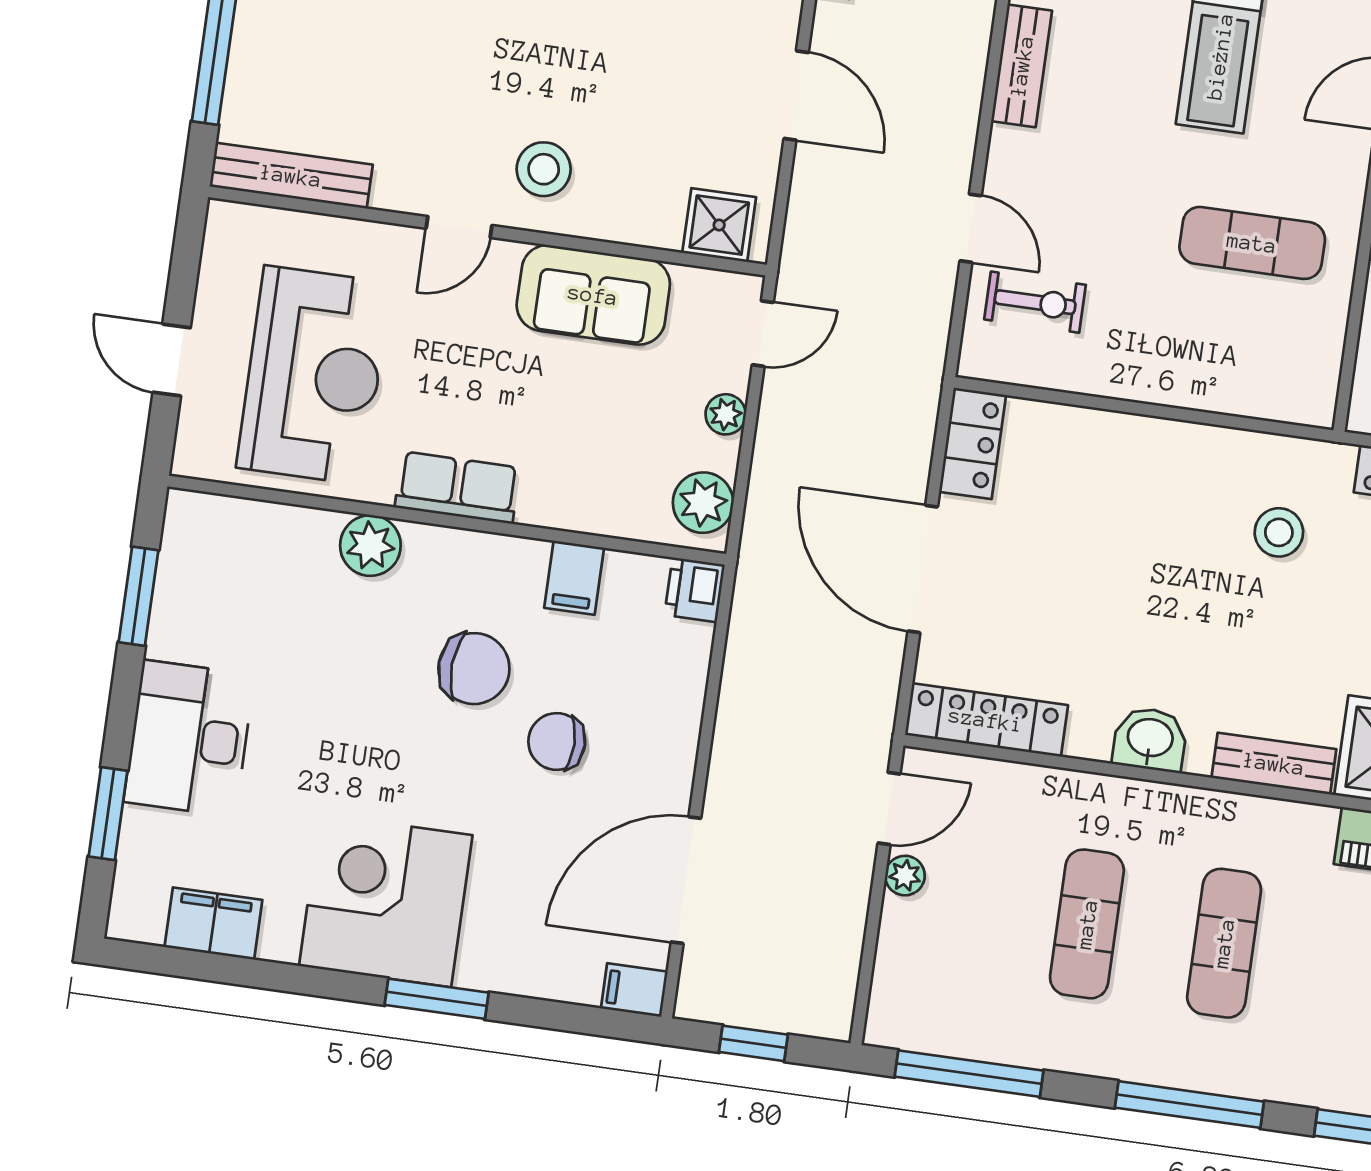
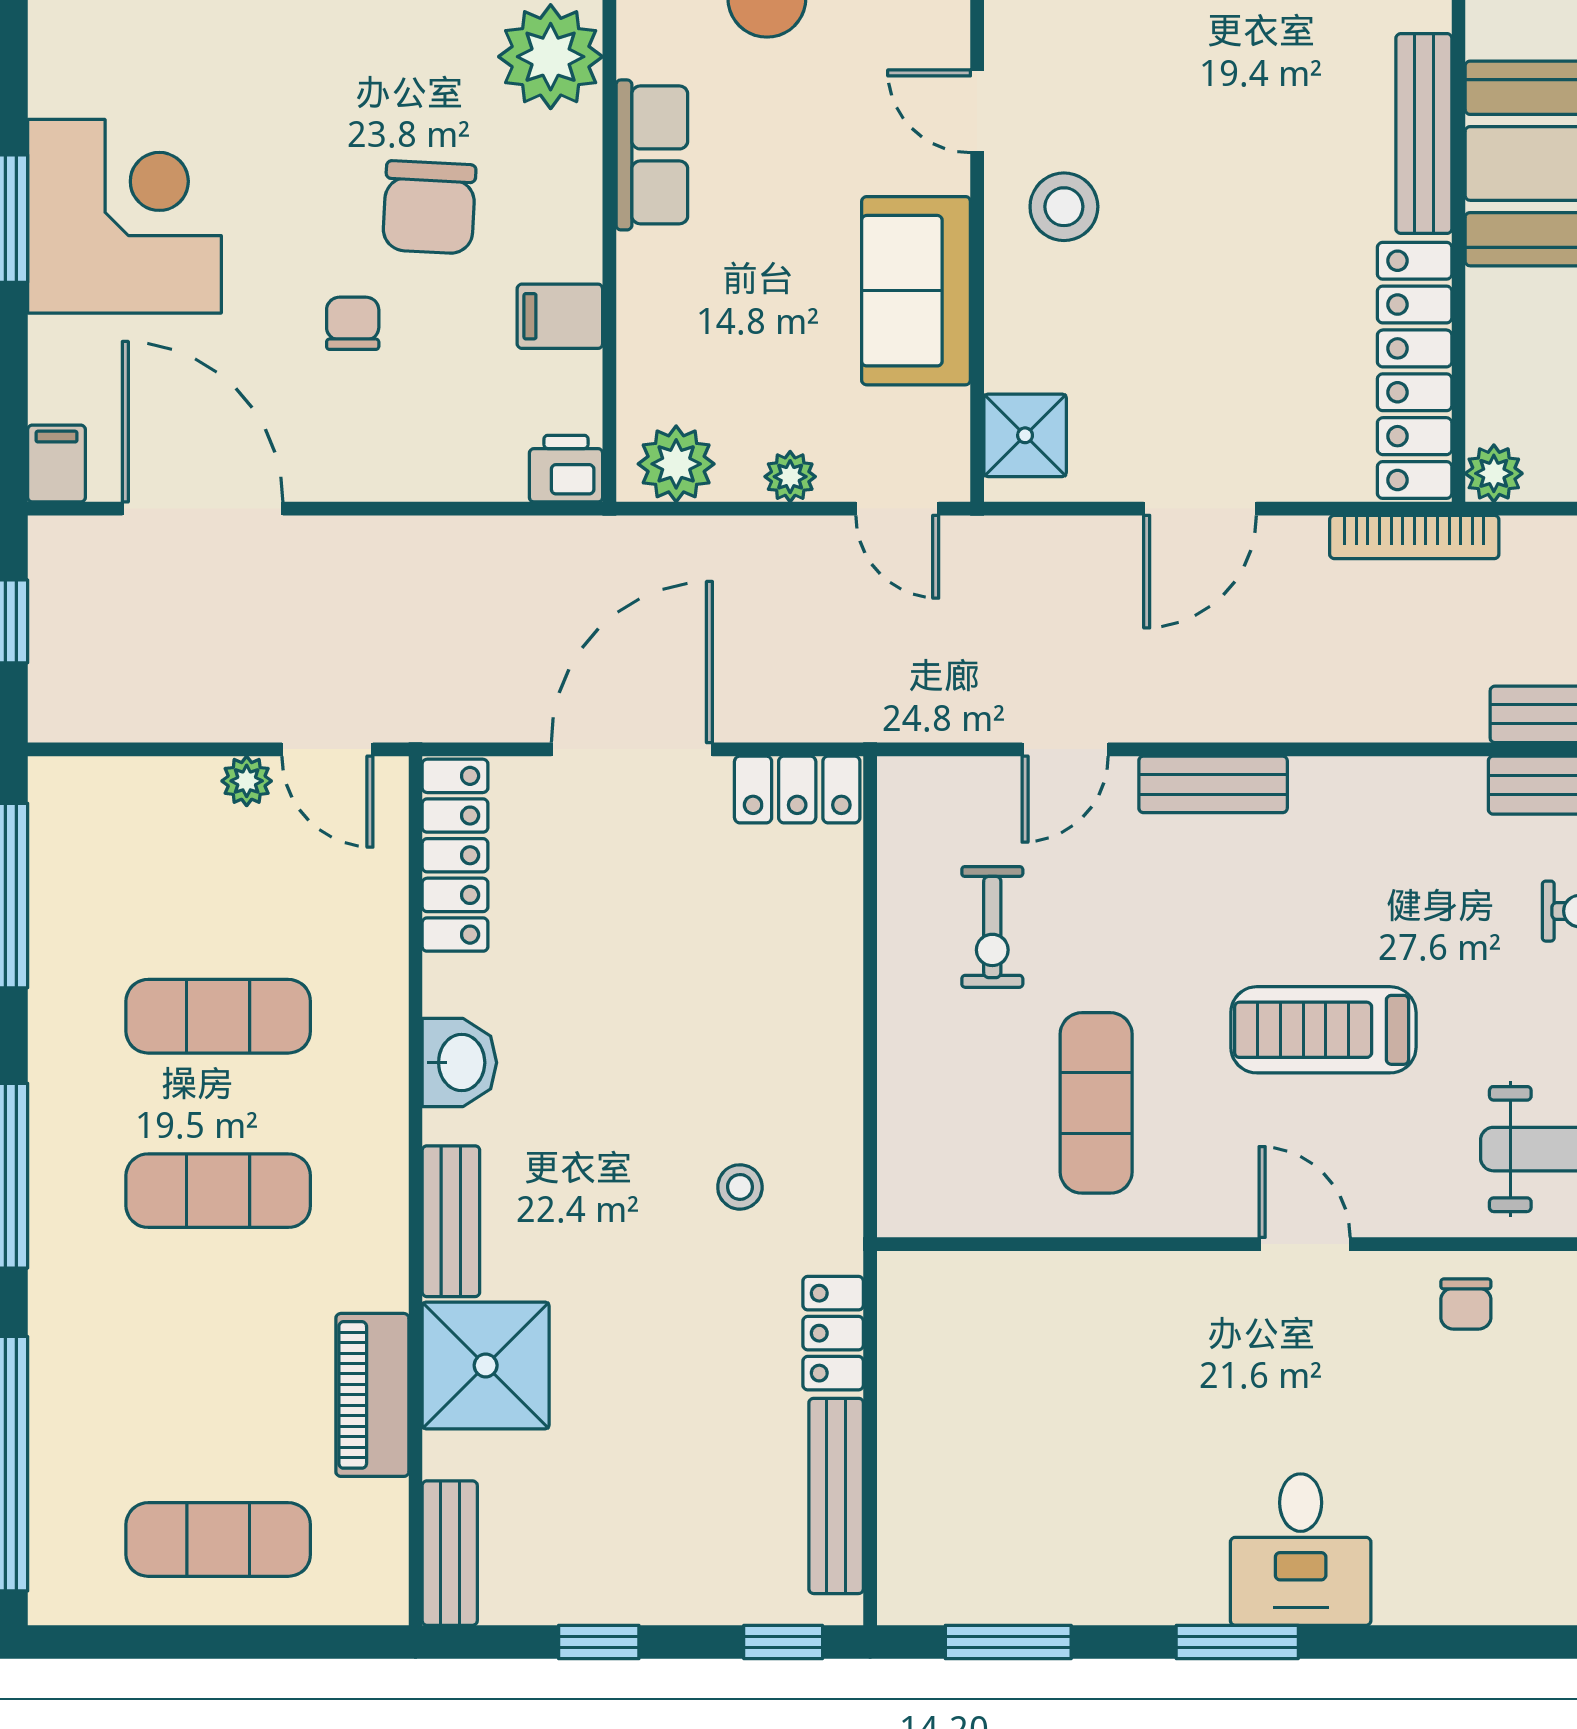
bench: (1022, 66) -> (1213, 784), moved
exercise bike: (1035, 302) -> (992, 927), moved
stool: (1279, 532) -> (740, 1187), width x0.73, depth x0.73
plant: (370, 545) -> (551, 57), width x1.36, depth x1.36
chair: (557, 742) -> (353, 323), width x0.73, depth x0.73
corner desk: (386, 901) -> (124, 216), moved

